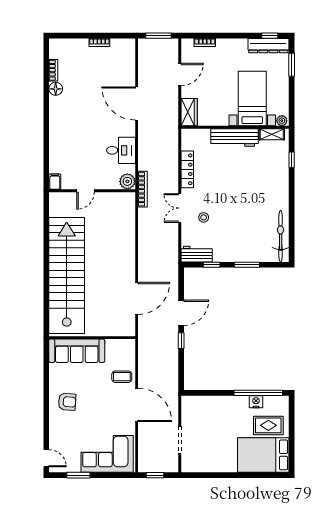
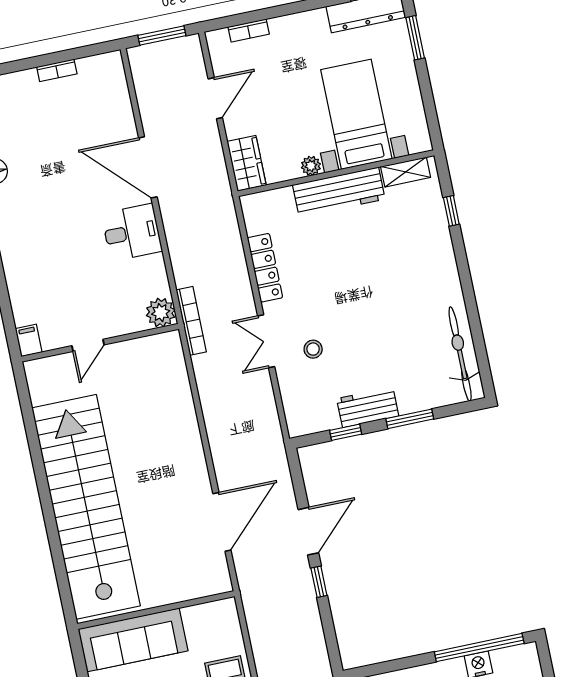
plant: (282, 121) -> (311, 166), moved
desk: (121, 150) -> (132, 232), moved
workbench: (197, 254) -> (368, 407), moved

